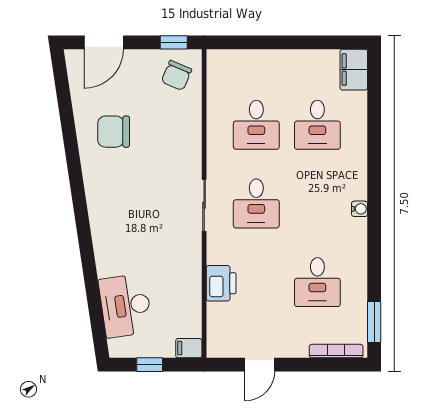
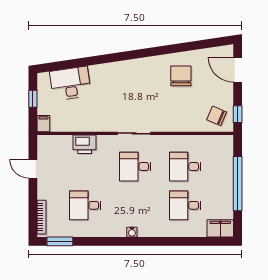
window: (283, 42) -> (238, 184), added

